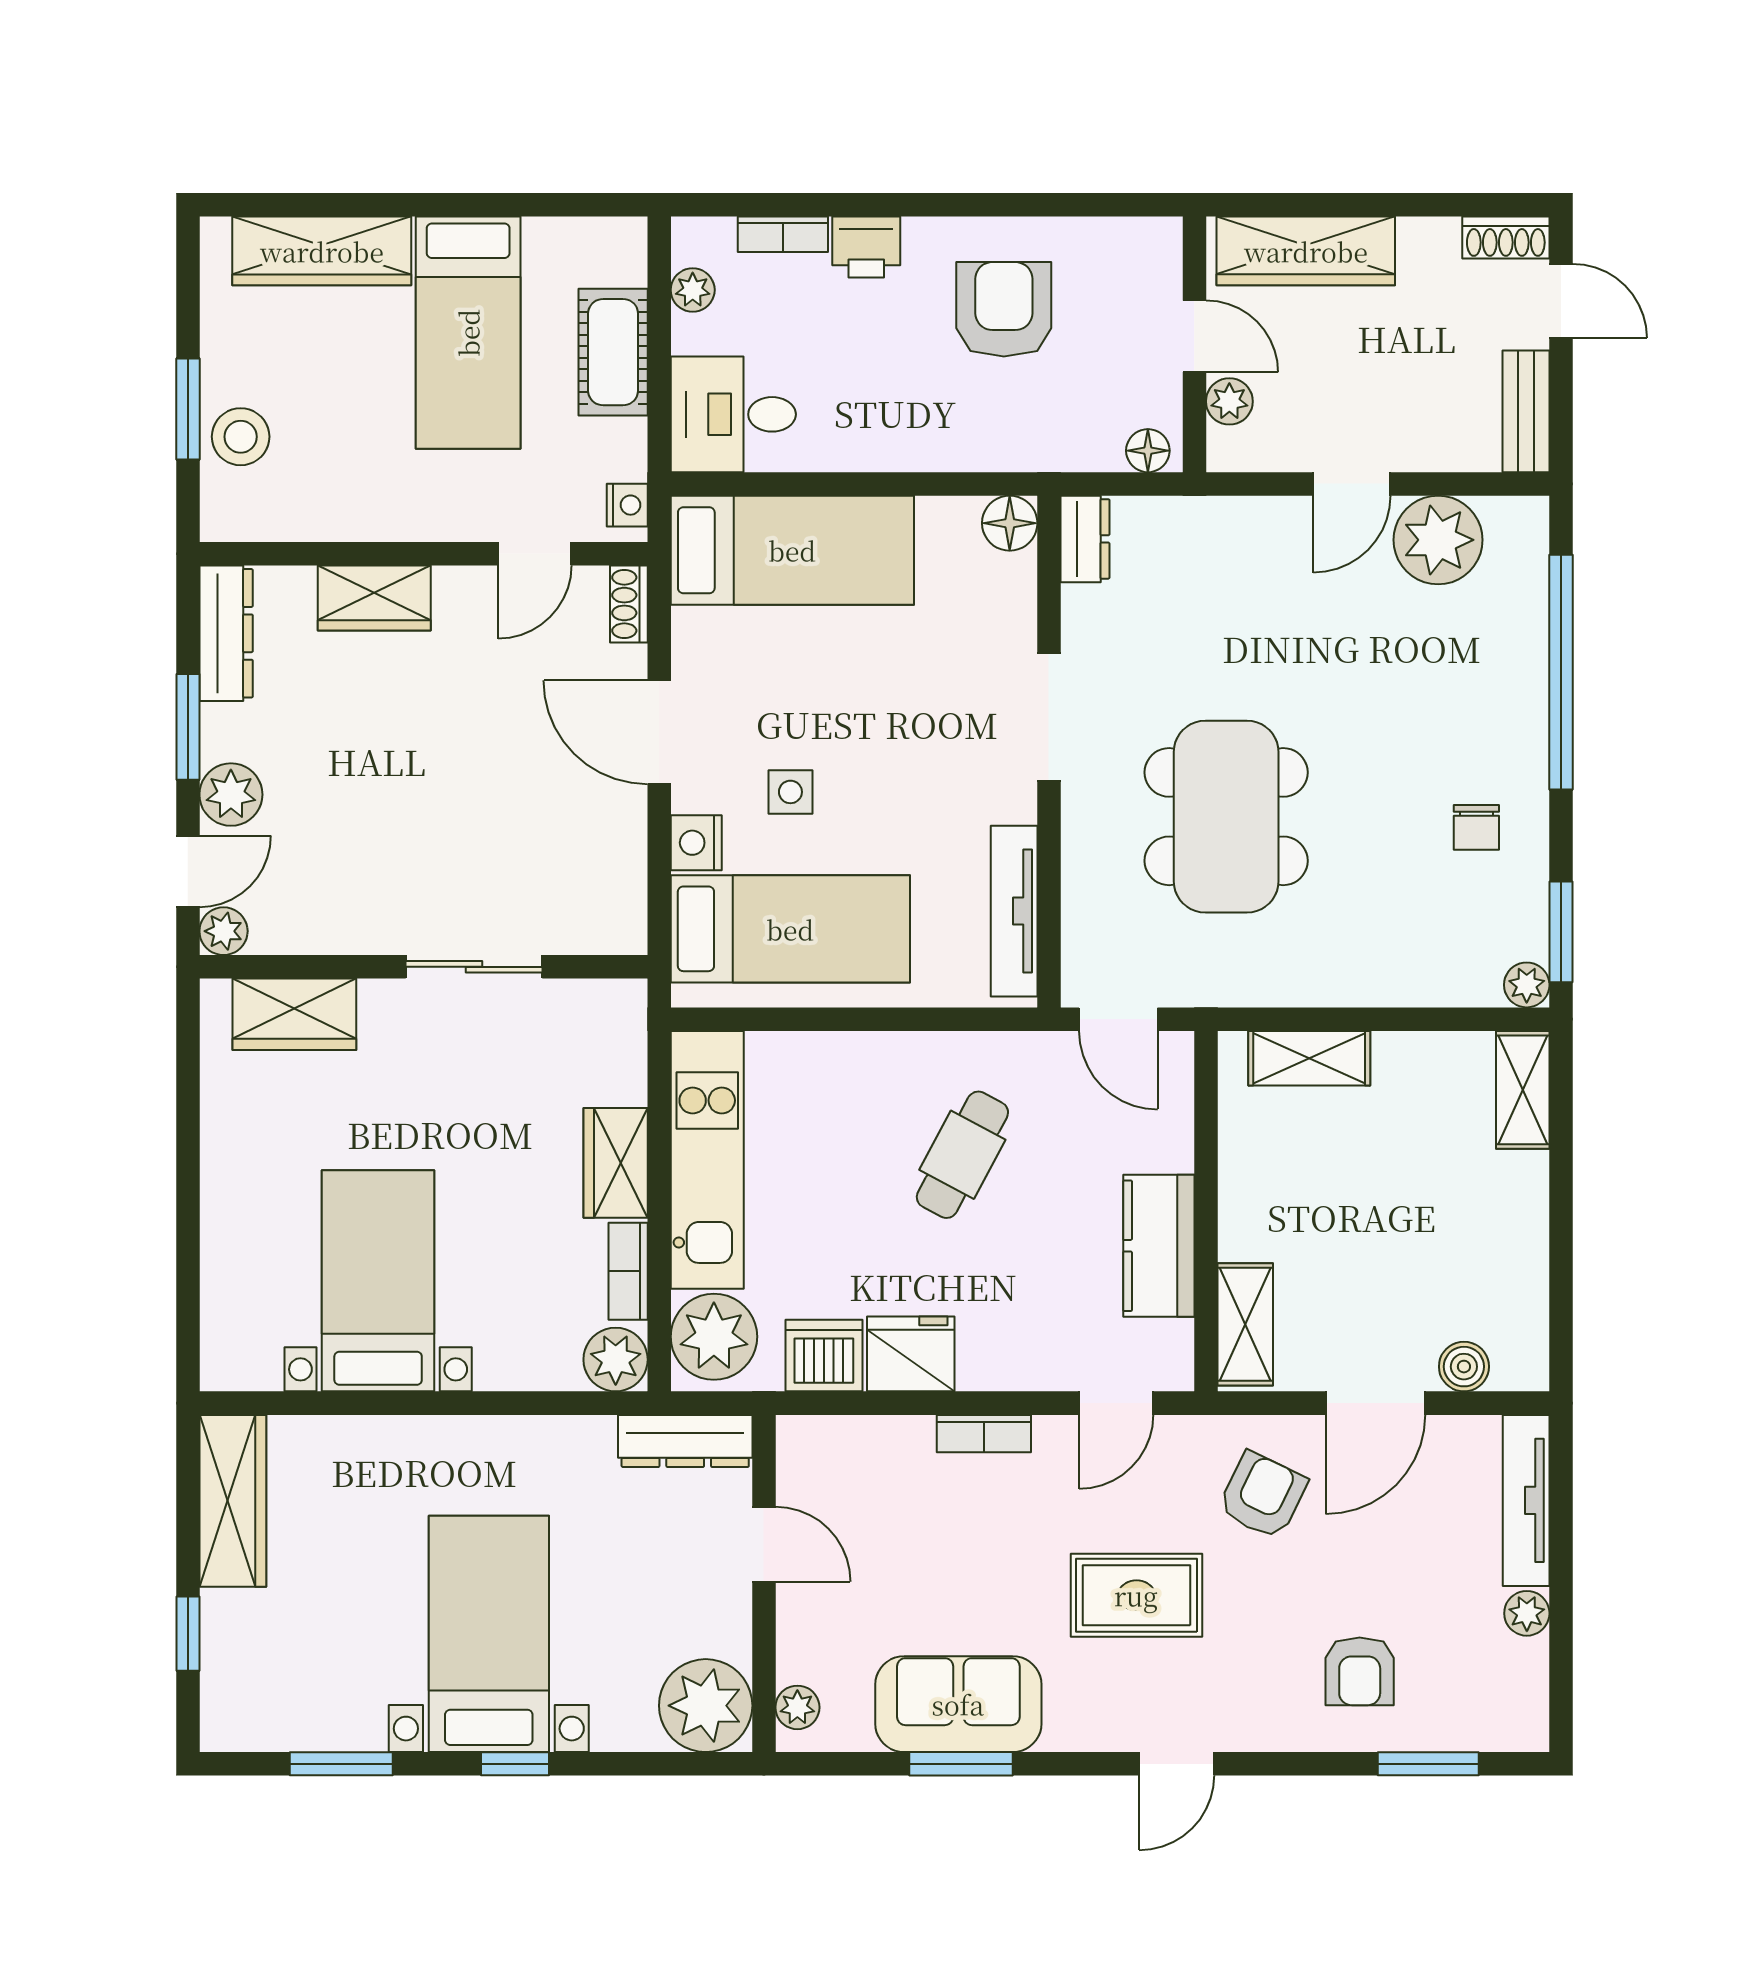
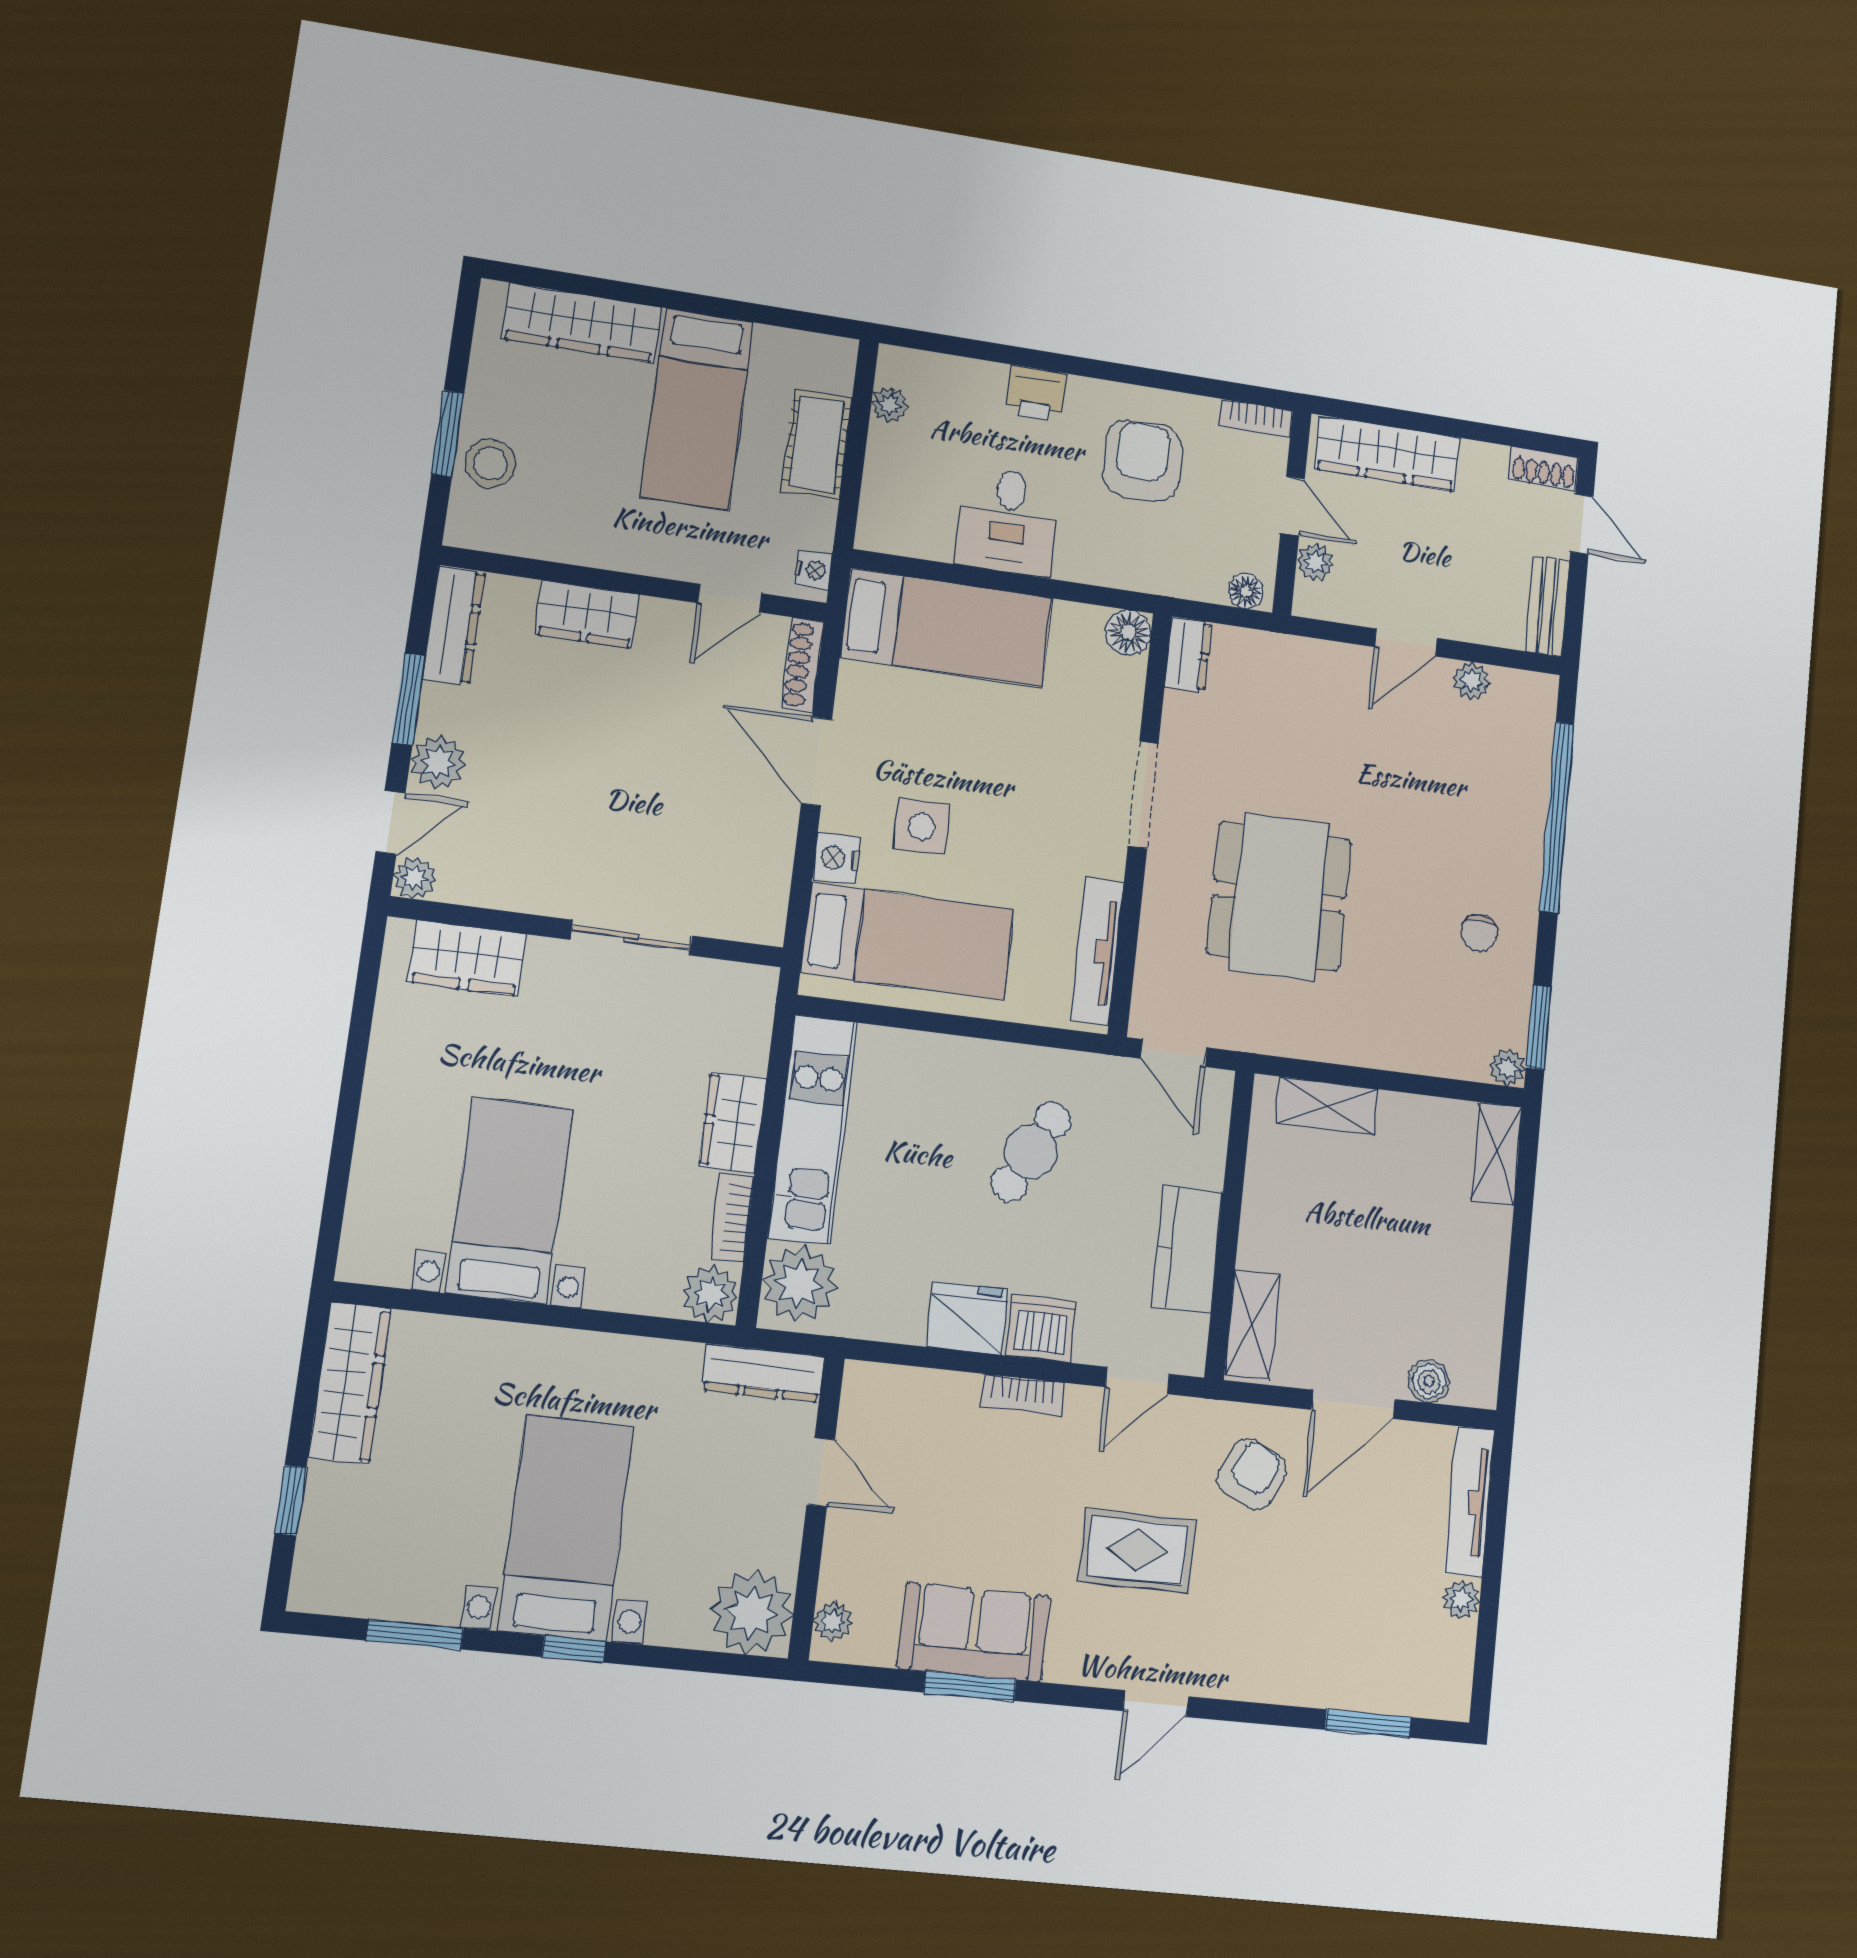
bookcase: (783, 234) -> (1256, 419), moved
desk: (733, 414) -> (1008, 521), moved, turned -90
plant: (1438, 540) -> (1471, 681), width x0.53, depth x0.53
shoe rack: (629, 604) -> (802, 665), width x1.43
side table: (790, 792) -> (921, 827), width x1.37, depth x1.37
dishwasher: (824, 1356) -> (1041, 1328), moved
armchair: (1360, 1671) -> (1318, 1636), removed

